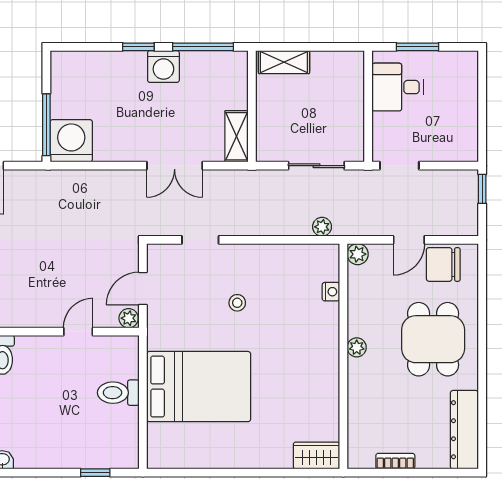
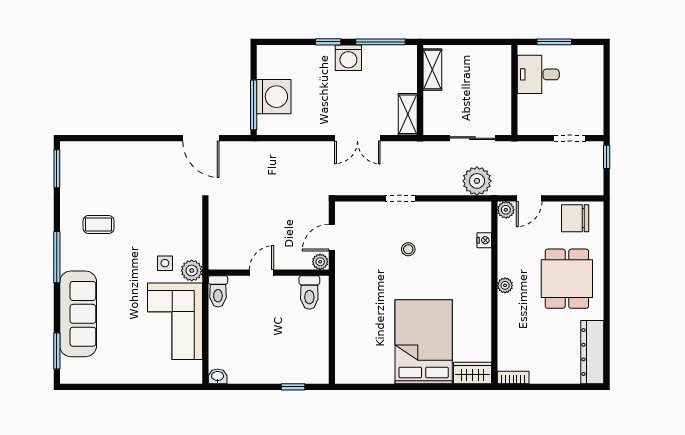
shelving: (284, 62) -> (432, 70), moved, turned 90
washing machine: (71, 141) -> (274, 97), moved, turned 90
doorway: (399, 166) -> (570, 138), moved
plant: (322, 227) -> (477, 181), width x1.88, depth x1.88
doorway: (200, 240) -> (400, 198), moved
door: (409, 240) -> (529, 198), moved
door: (78, 332) -> (261, 273), moved
bed: (199, 387) -> (424, 342), moved, turned -90
toilet: (118, 393) -> (309, 292), moved, turned -90
bookcase: (395, 461) -> (513, 378), moved

